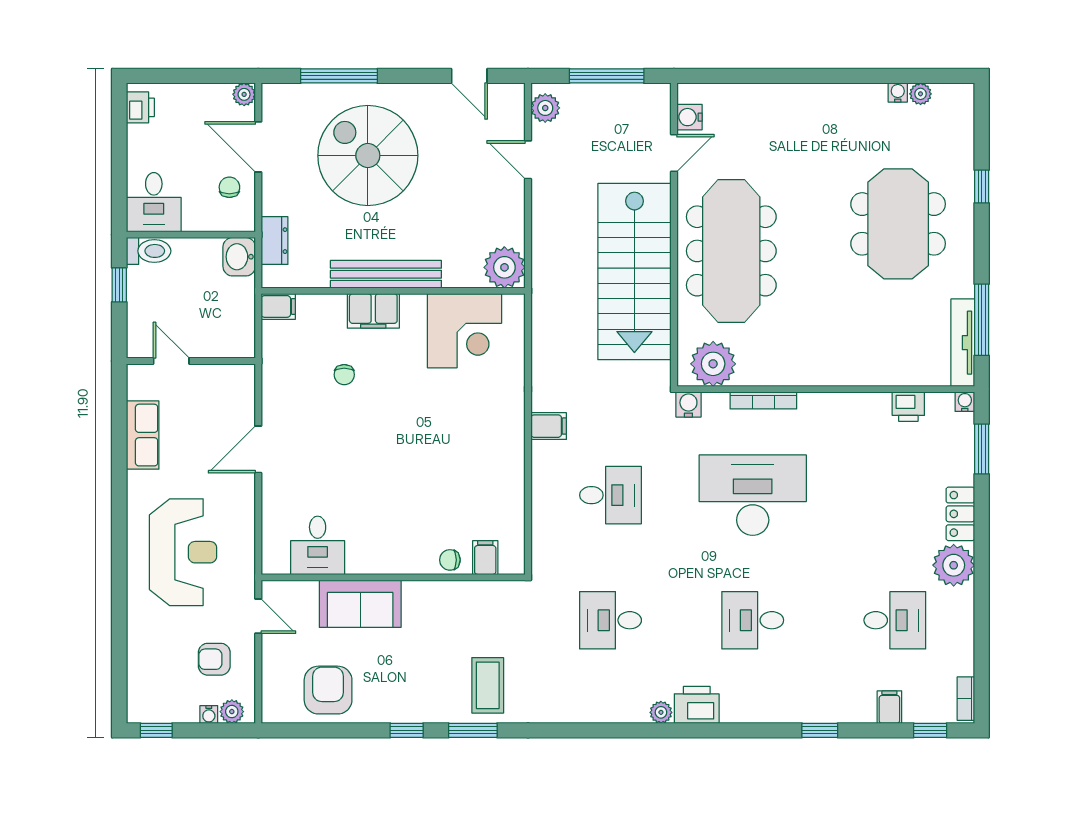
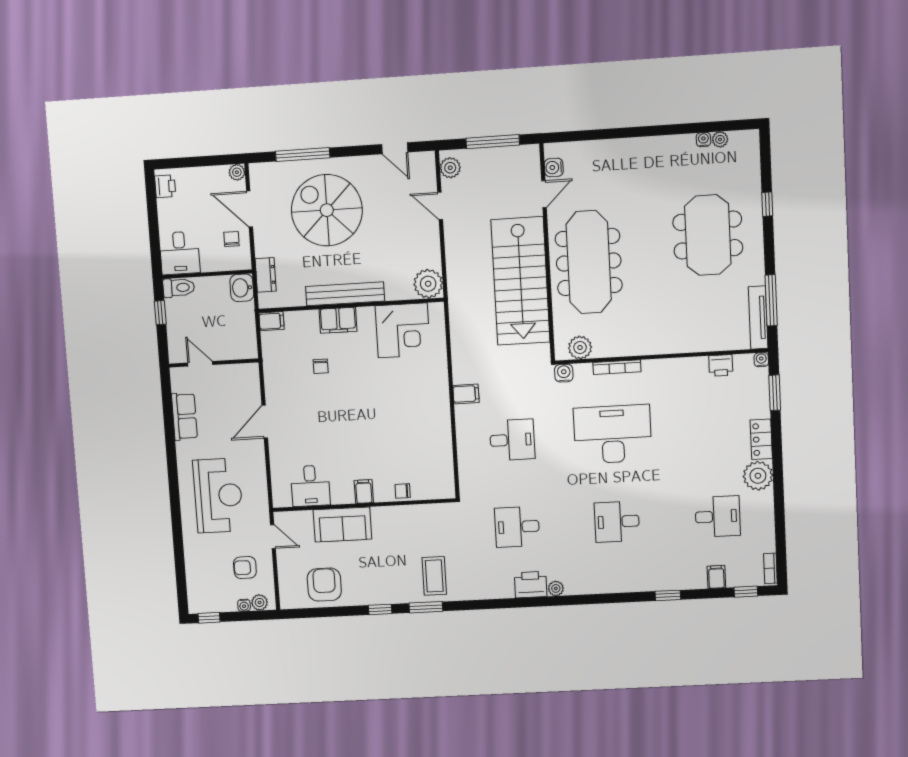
plant: (713, 364) -> (580, 348), width x0.73, depth x0.73
filing cabinet: (485, 558) -> (364, 491), moved
printer: (697, 705) -> (531, 585), moved

